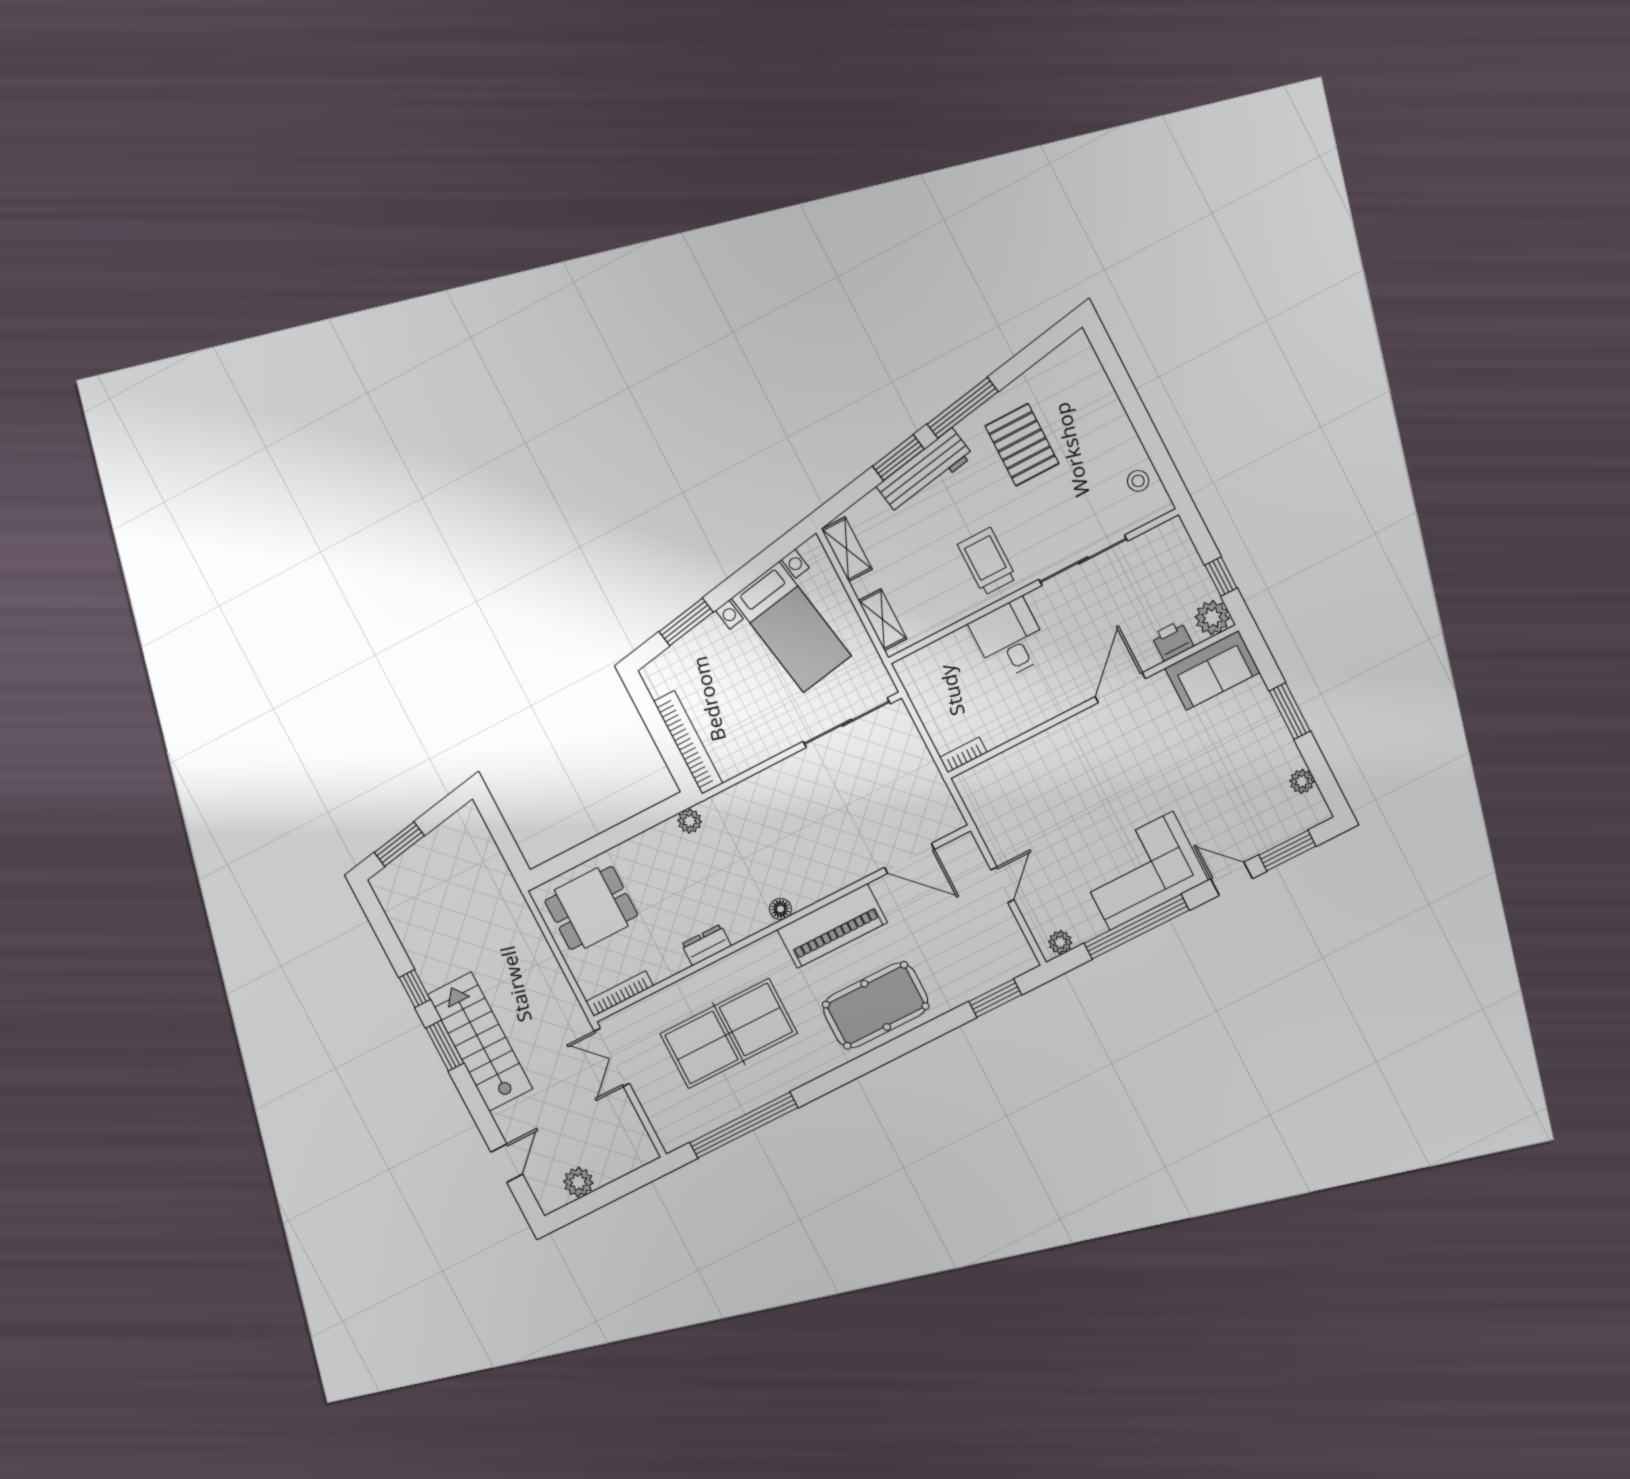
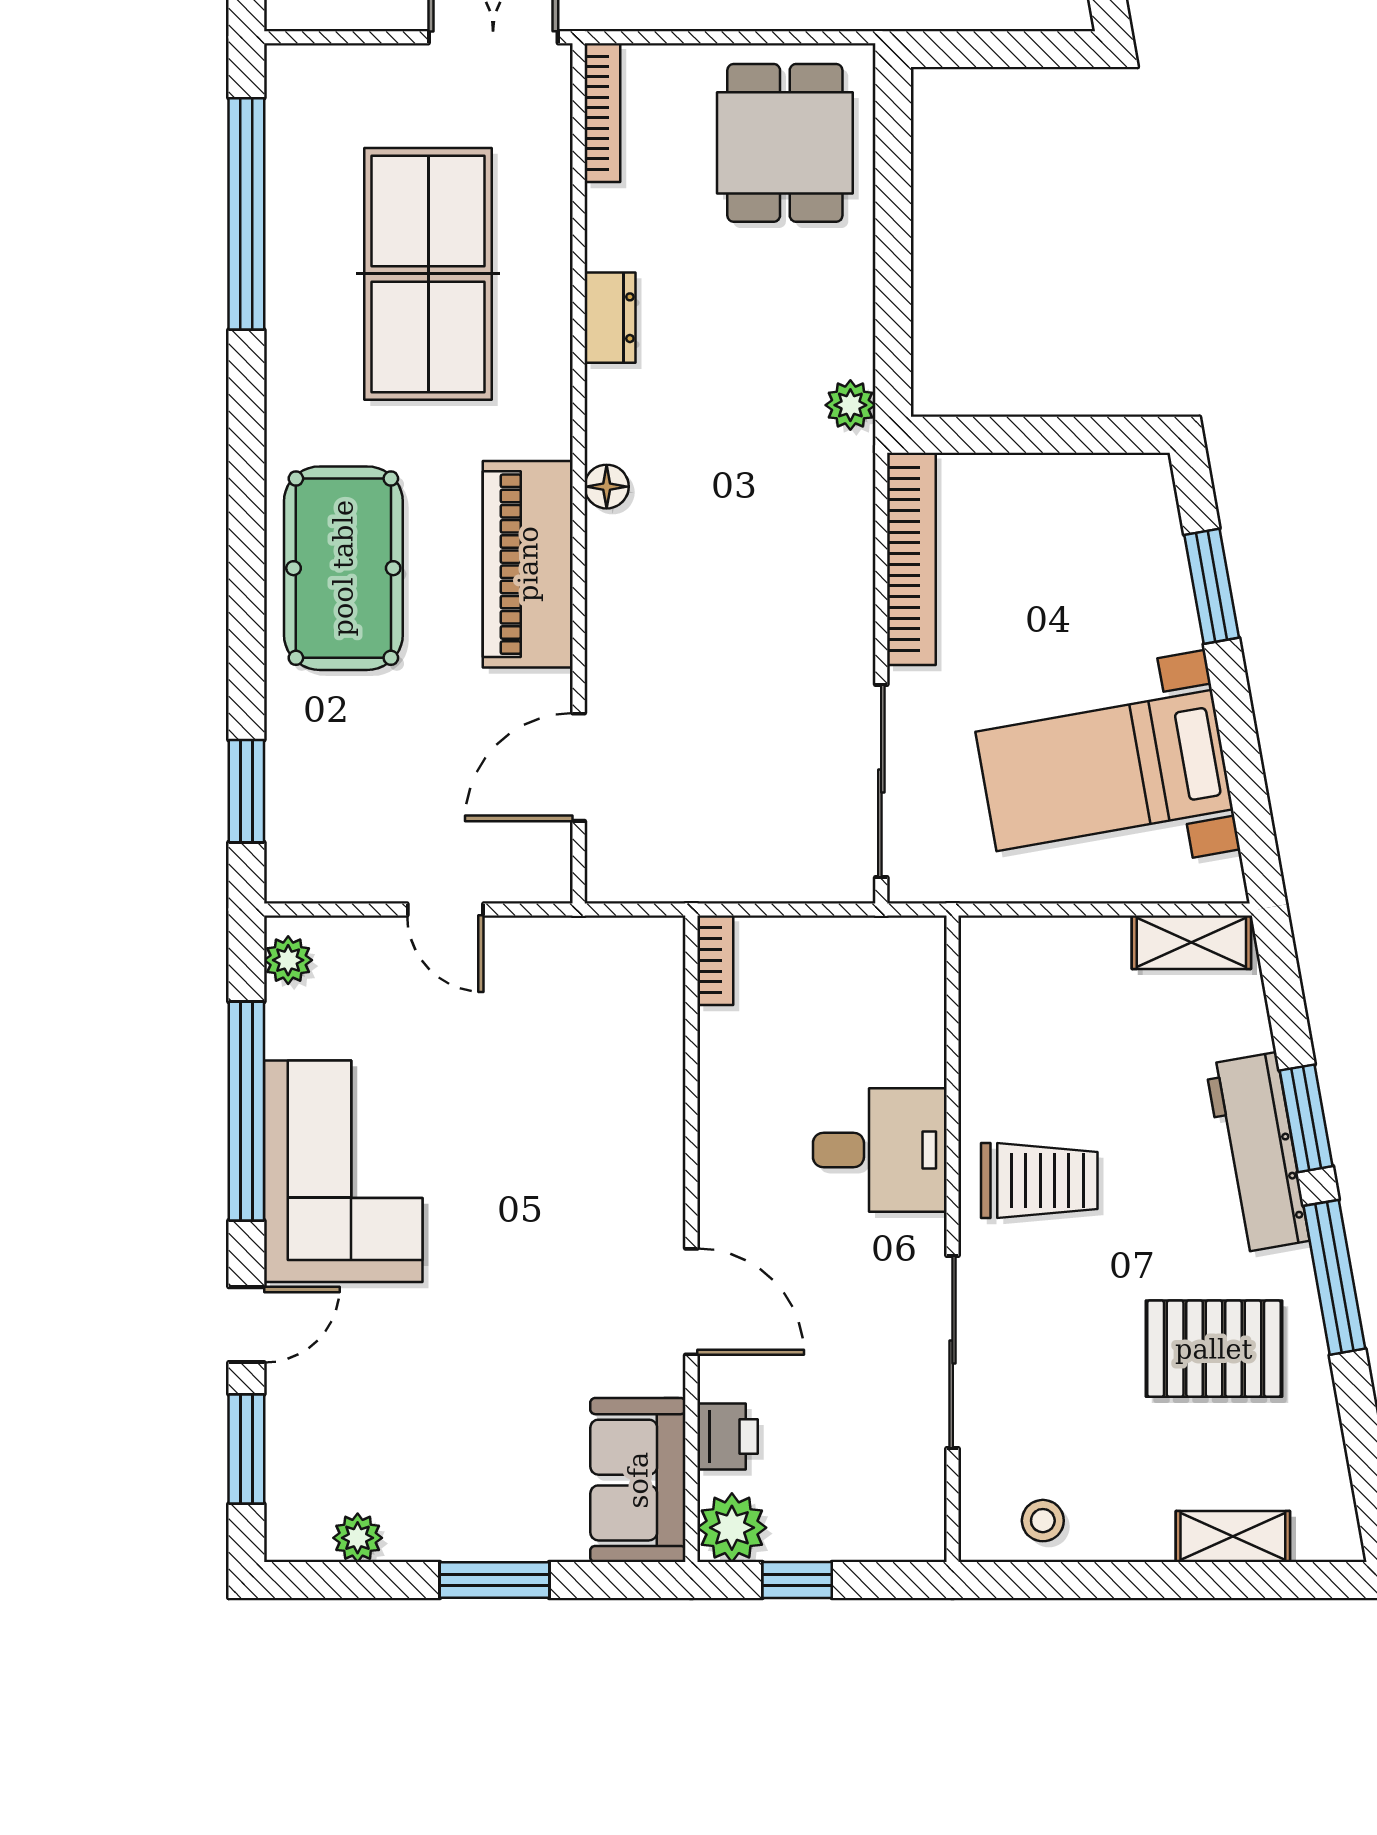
shelving: (883, 620) -> (1233, 1537), moved
bookcase: (688, 742) -> (911, 559), moved, turned -90

